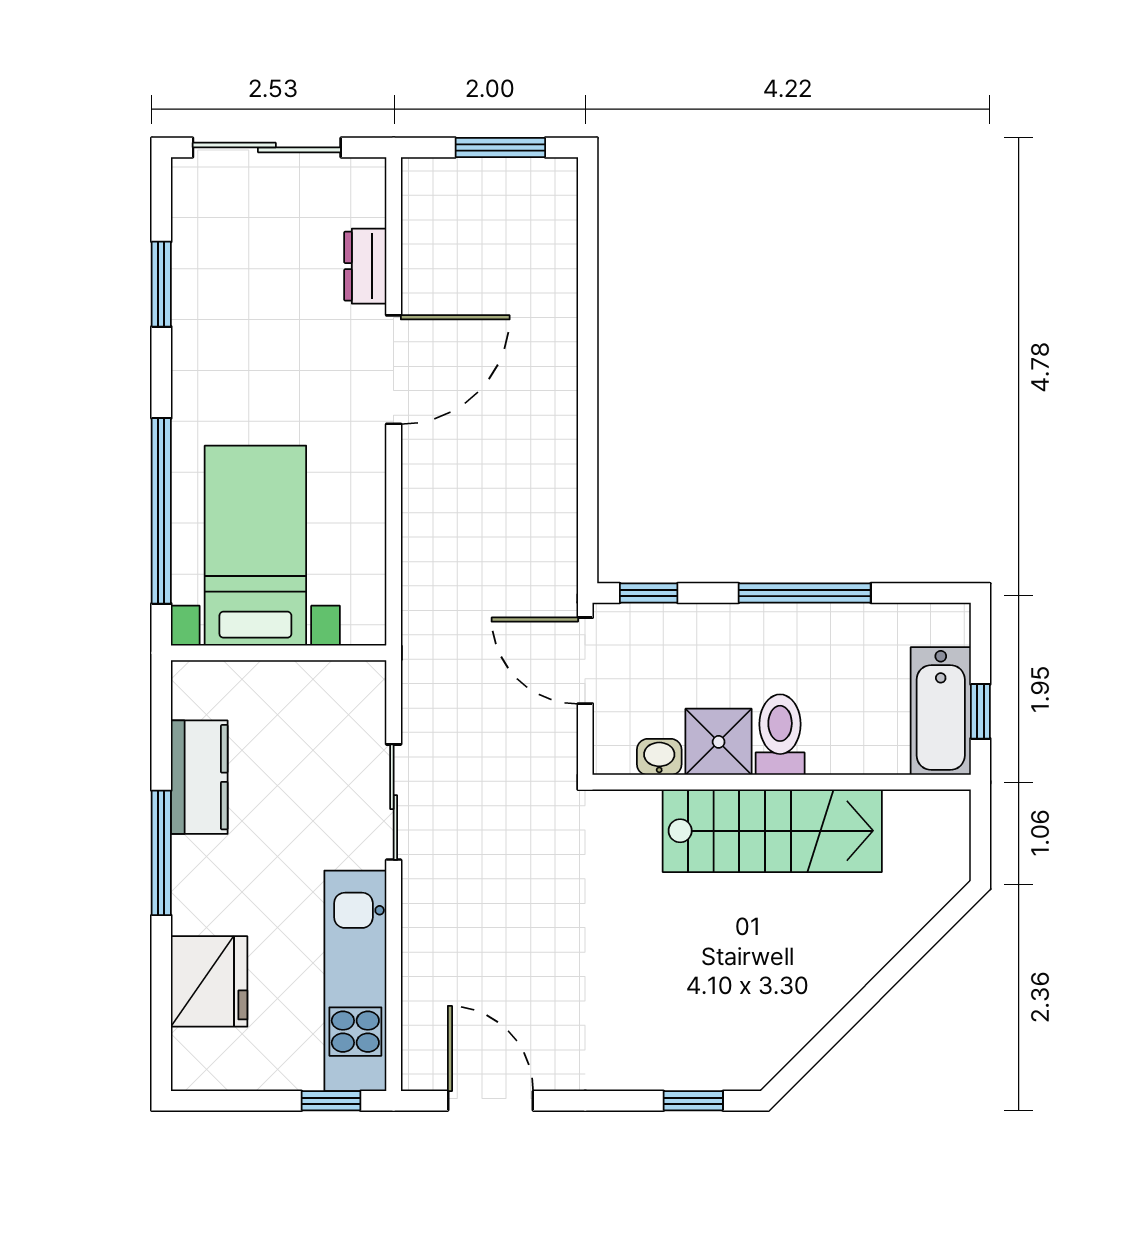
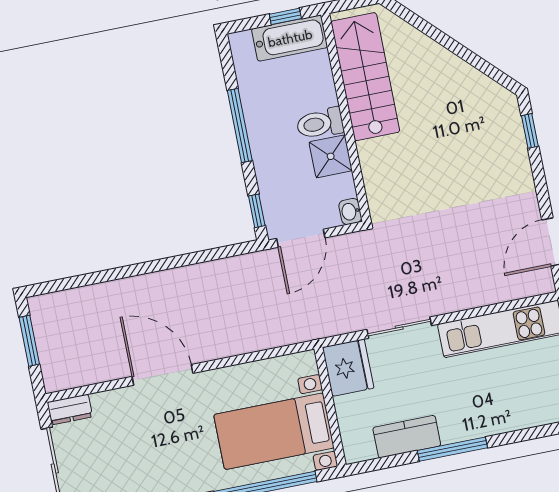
dresser: (365, 266) -> (70, 410), moved
washbasin: (659, 757) -> (350, 211), moved
stairs: (772, 831) -> (365, 77), moved
fridge: (209, 981) -> (348, 368), moved, turned 90

